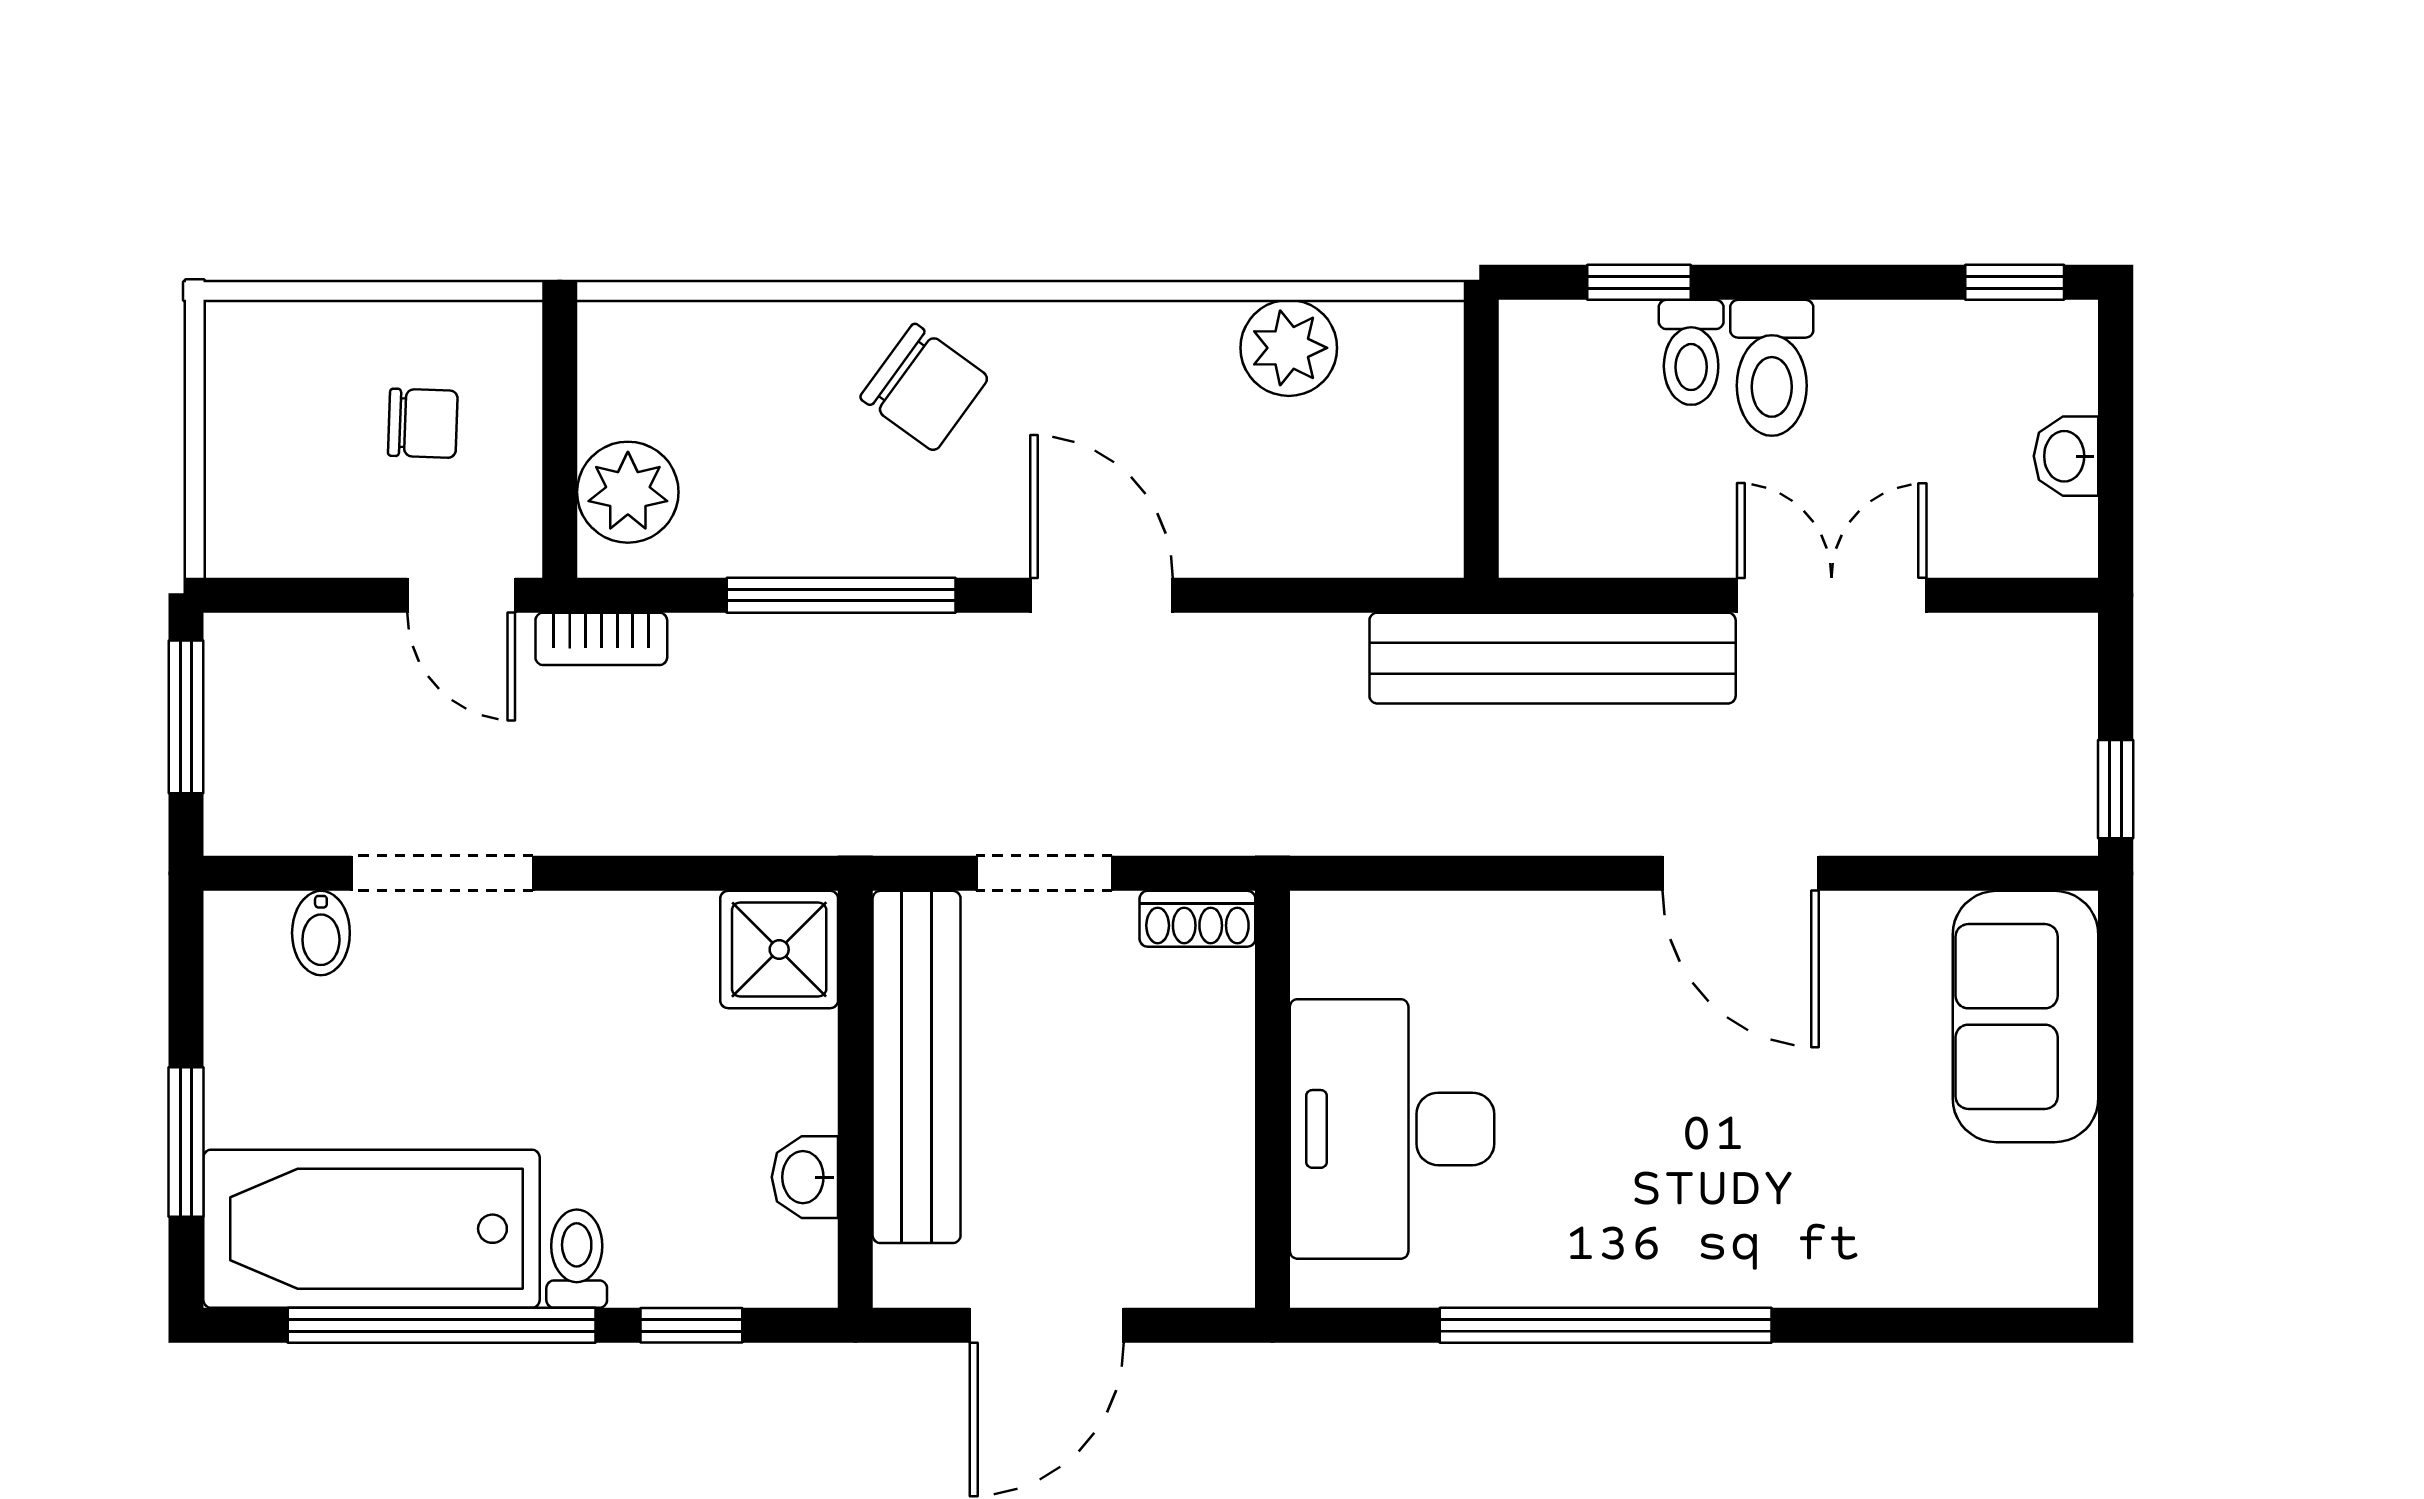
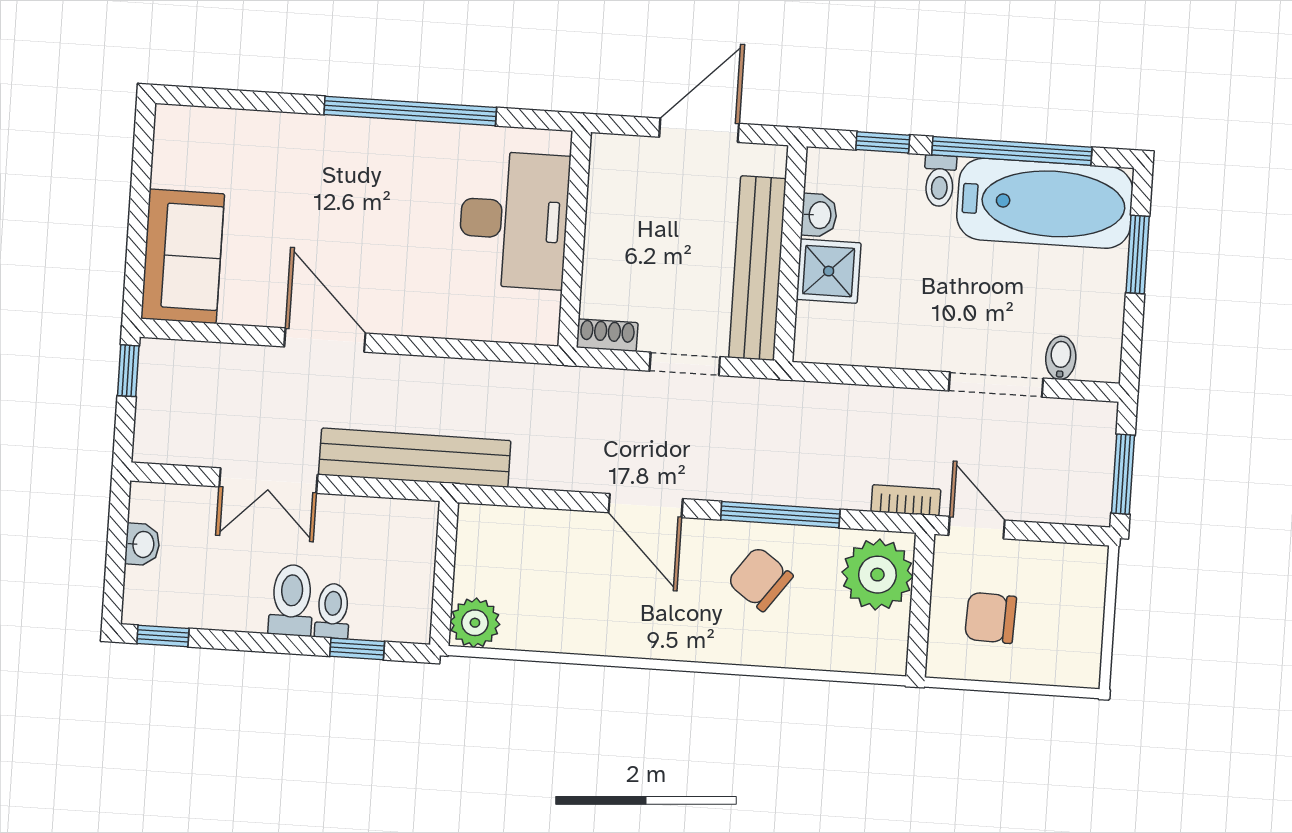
plant: (1289, 348) -> (475, 623), moved
chair: (924, 387) -> (760, 579), moved
chair: (423, 423) -> (991, 618), width x1.37, depth x1.37
plant: (628, 492) -> (877, 575), width x1.36, depth x1.36
shower: (779, 950) -> (829, 271), moved

